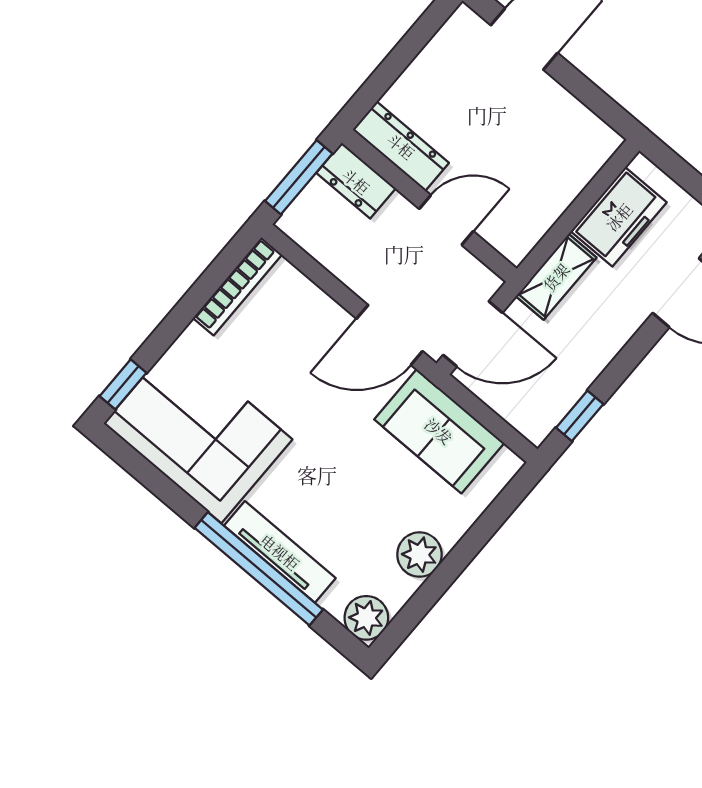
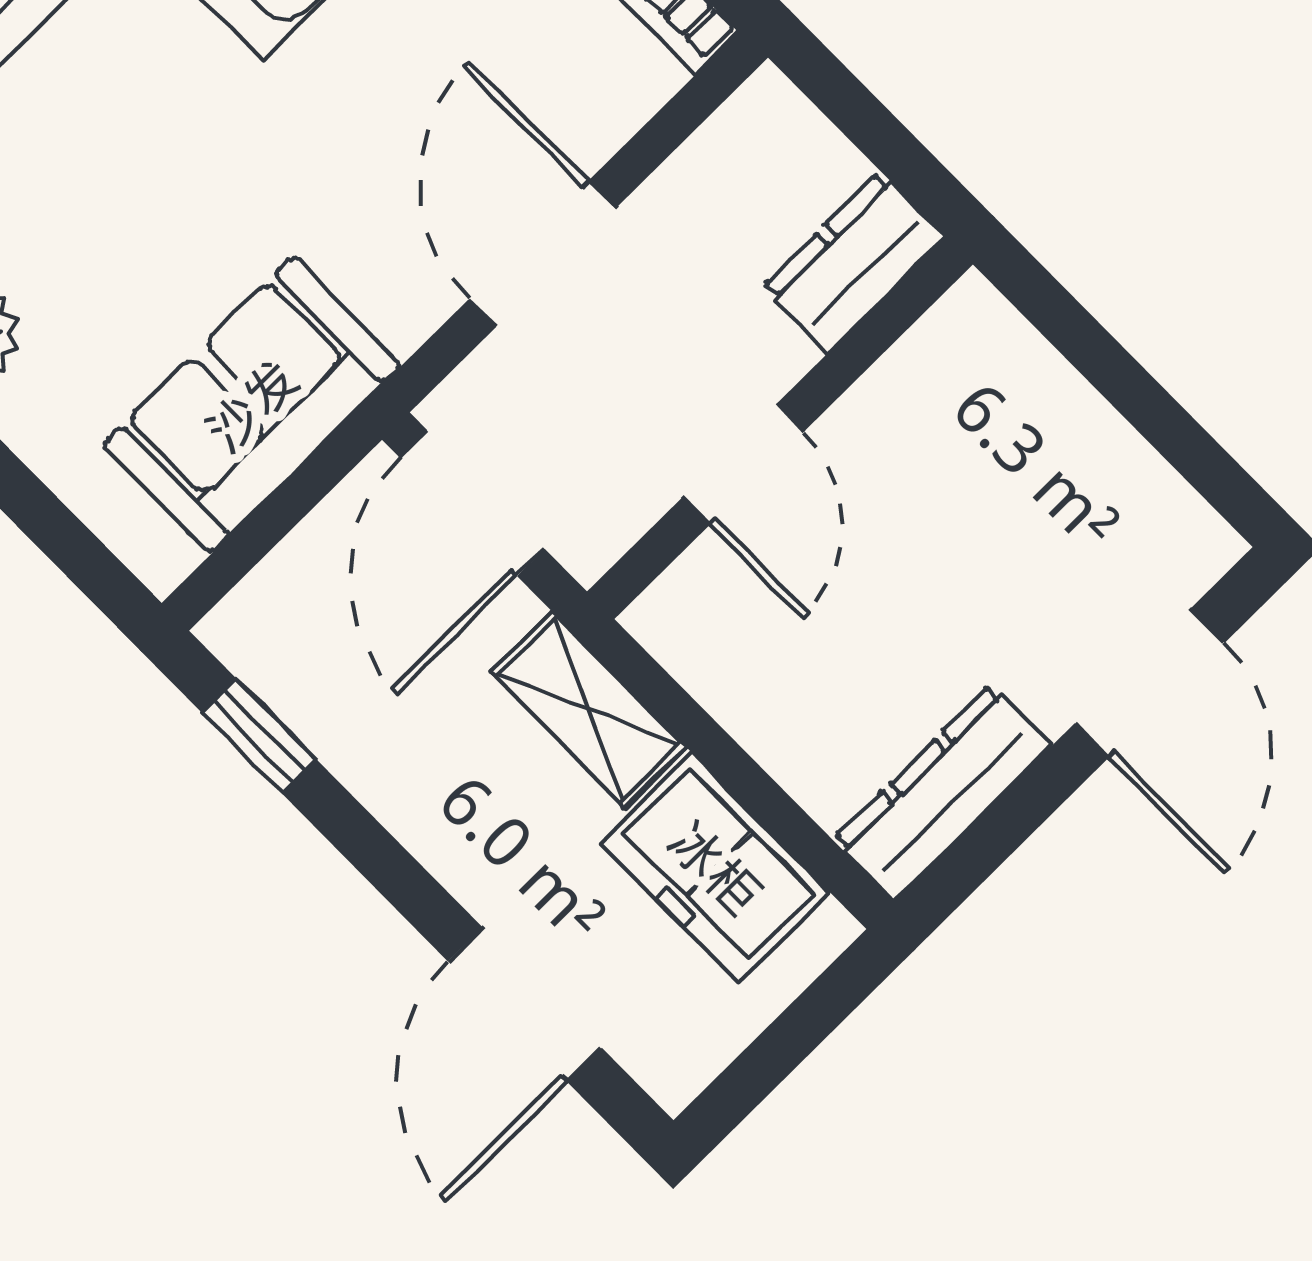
dresser: (401, 146) -> (943, 793), moved, turned 180
window: (299, 177) -> (873, 129), removed
door: (390, 335) -> (542, 254), moved

